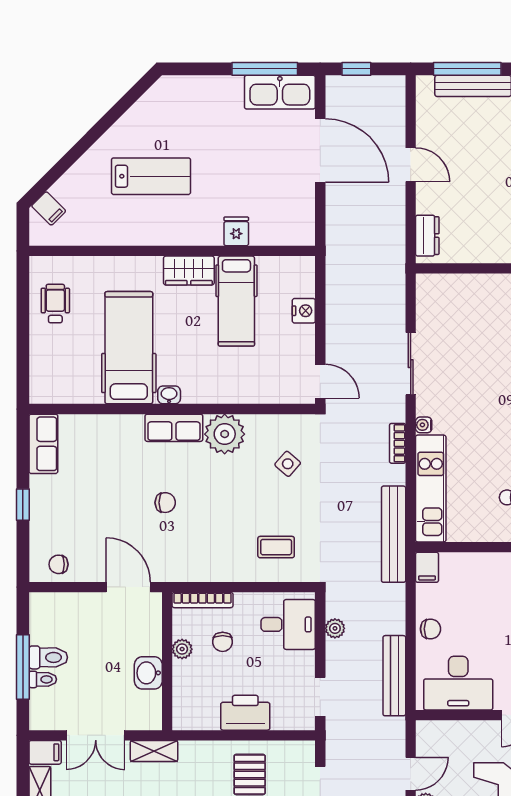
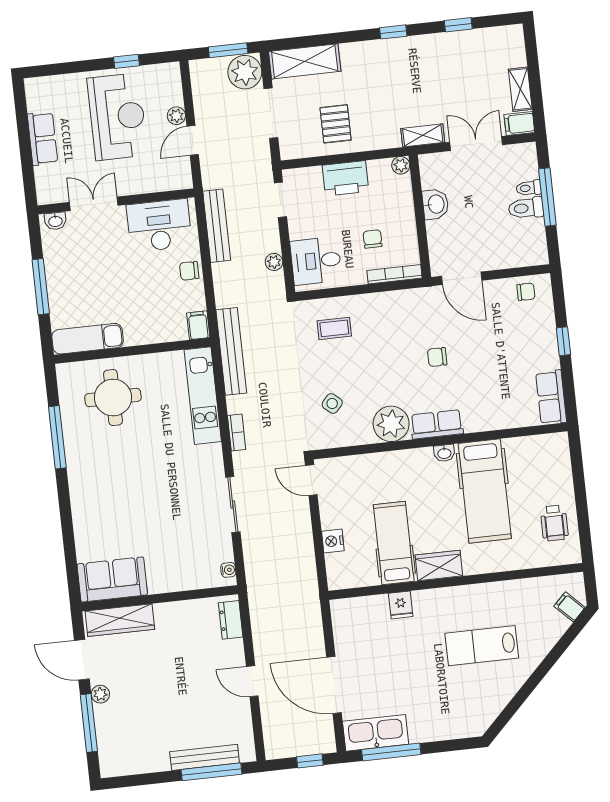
water cooler: (424, 425) -> (228, 570), moved
plant: (182, 649) -> (401, 165), moved

